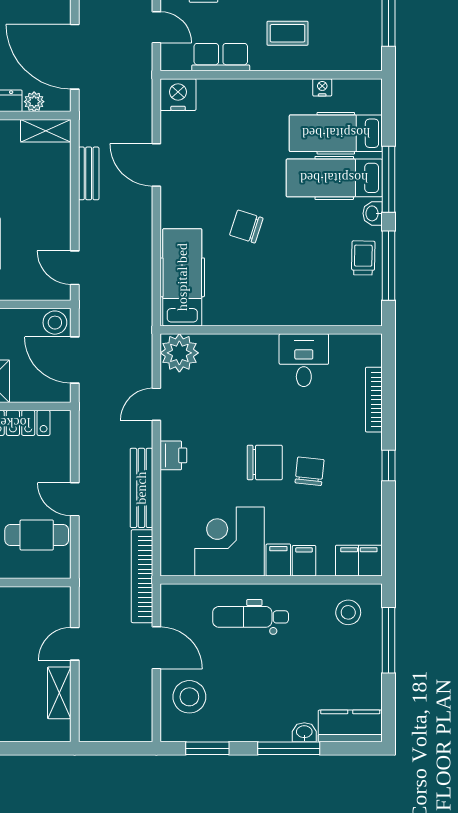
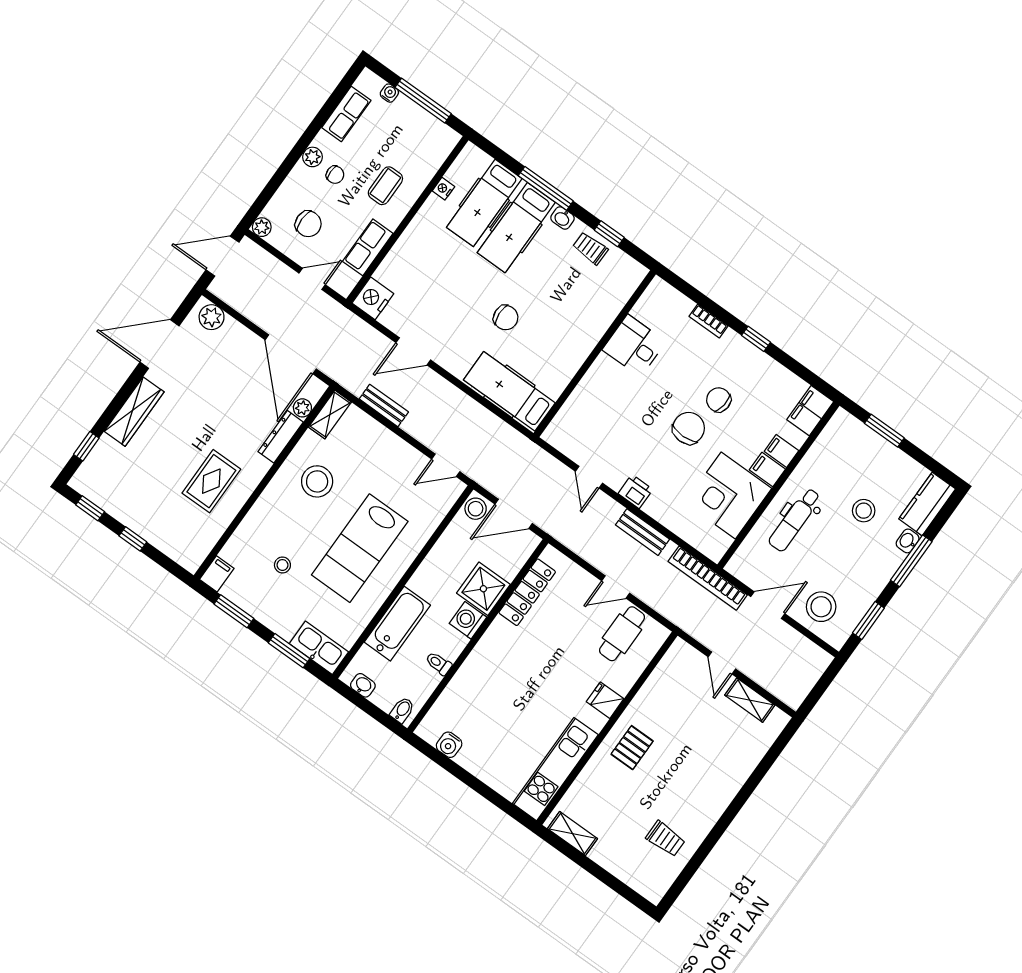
door: (75, 57) -> (291, 354), hinge flipped
chair: (246, 226) -> (506, 318), turned -111
window: (389, 266) -> (609, 234), width x0.46
plant: (179, 353) -> (563, 433), removed
bookcase: (374, 400) -> (708, 321), width x0.64
bench: (141, 488) -> (643, 532), width x0.73
stool: (348, 612) -> (864, 511), moved
window: (389, 640) -> (884, 431), width x0.69

